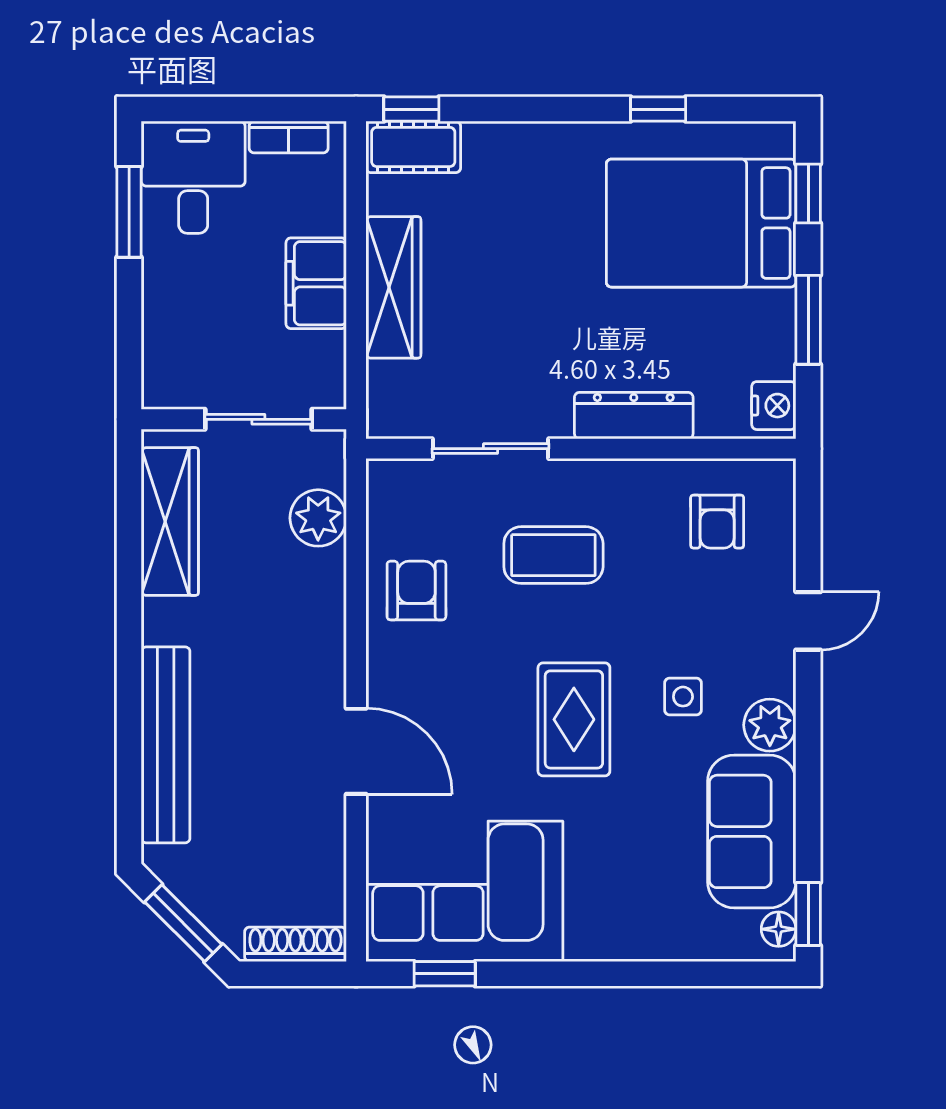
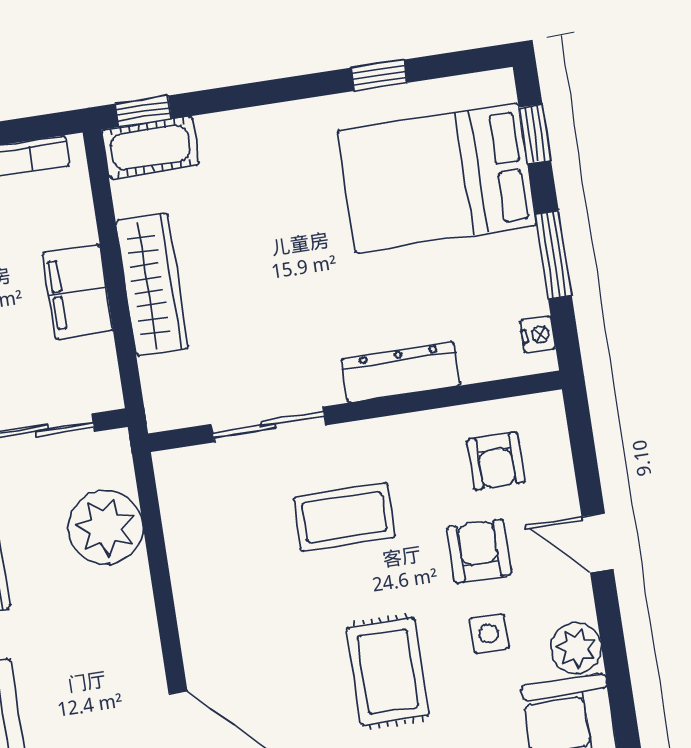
nightstand: (774, 406) -> (538, 335), width x0.72, depth x0.74
plant: (318, 518) -> (106, 527), width x1.36, depth x1.36
armchair: (416, 591) -> (479, 551), moved
door: (808, 621) -> (598, 543), swing flipped

